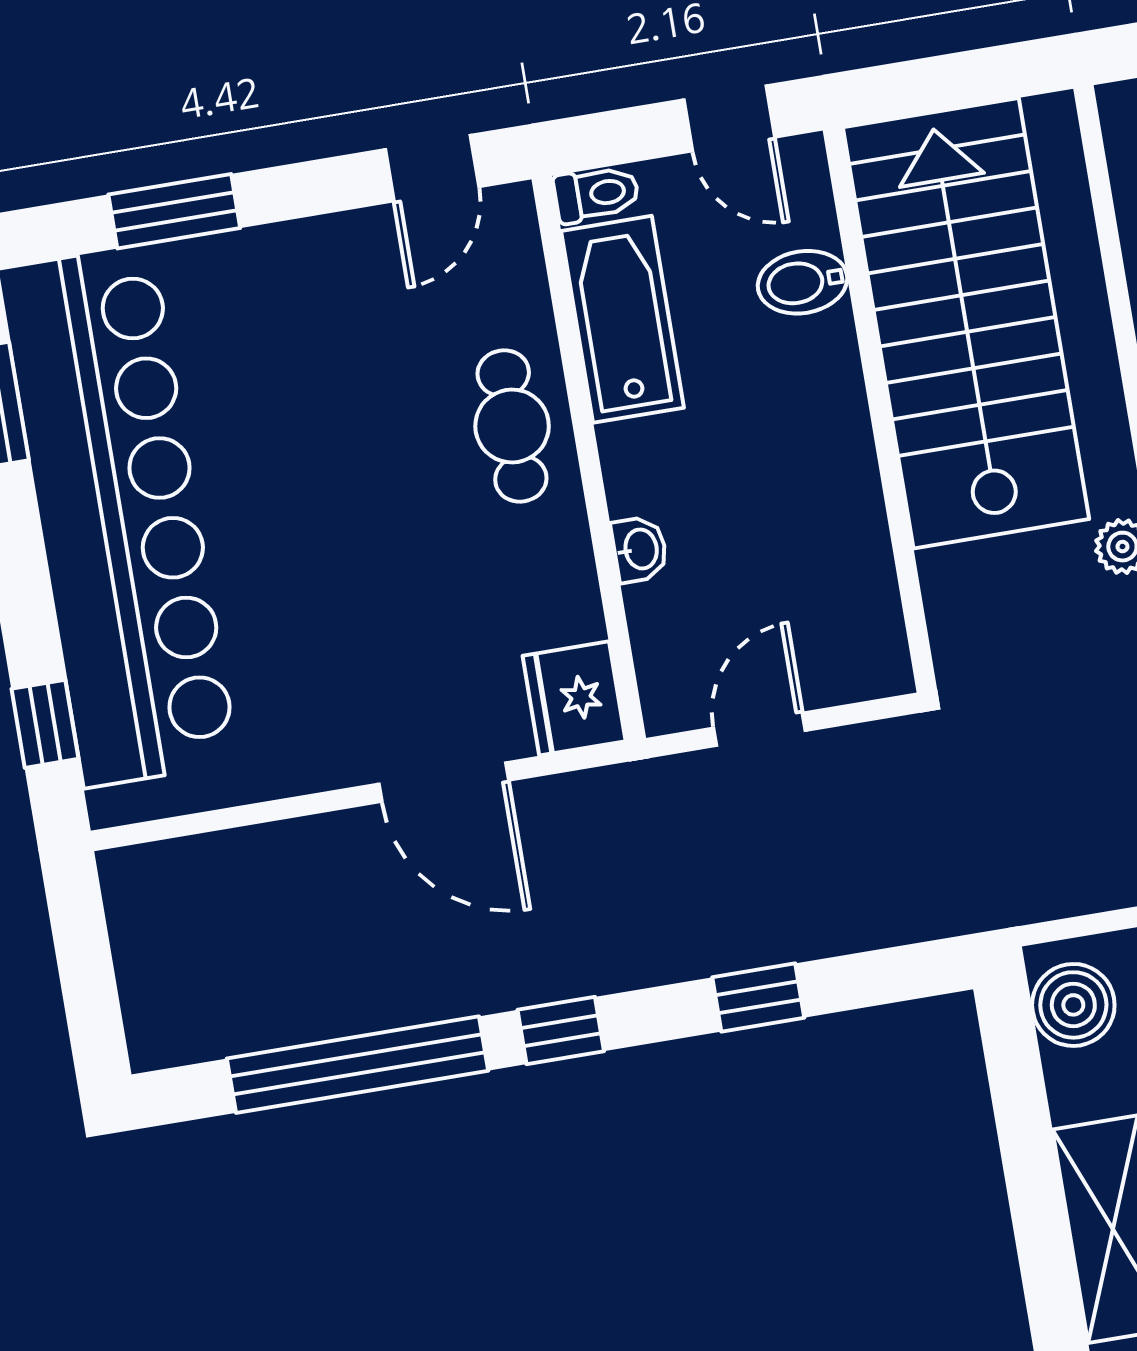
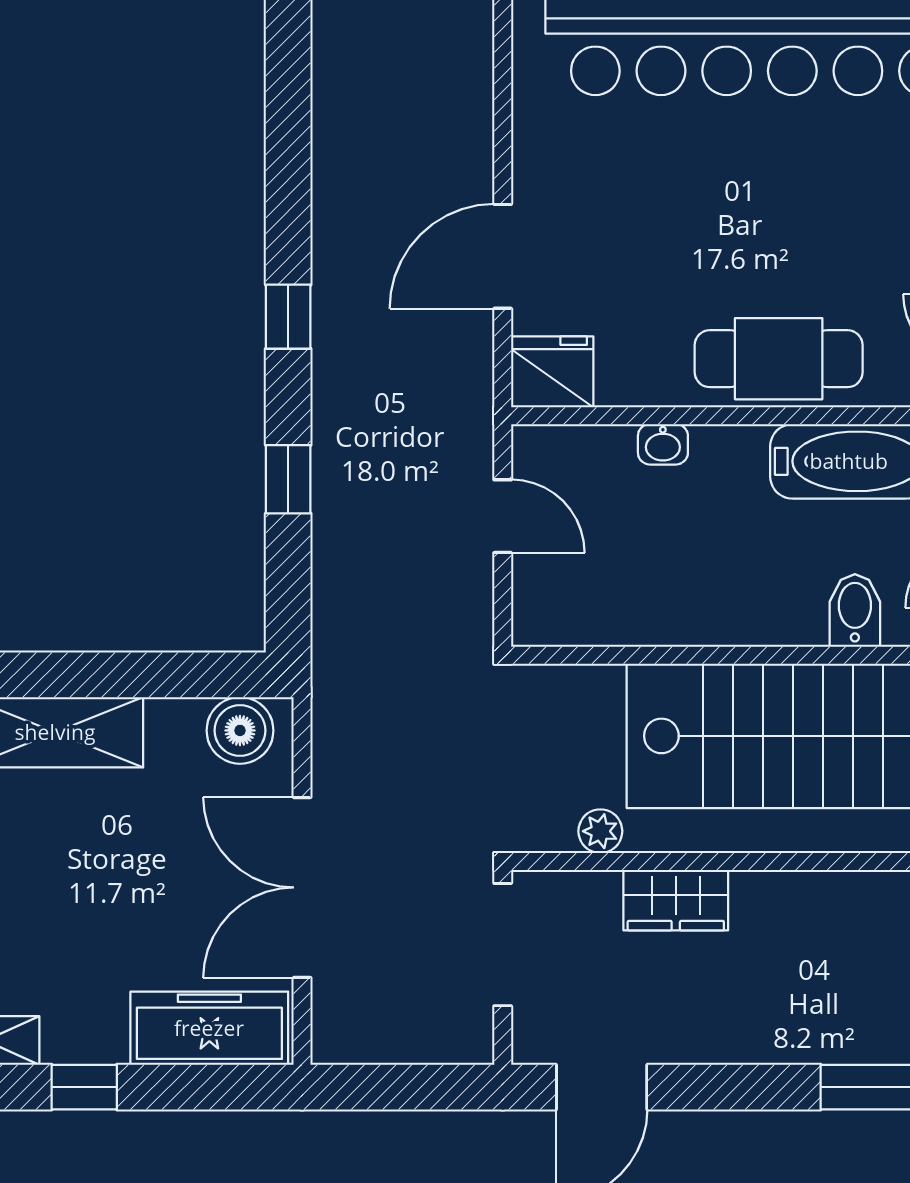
cafe table: (512, 426) -> (779, 359), width x1.37, depth x1.35
window: (357, 1065) -> (288, 149), removed

